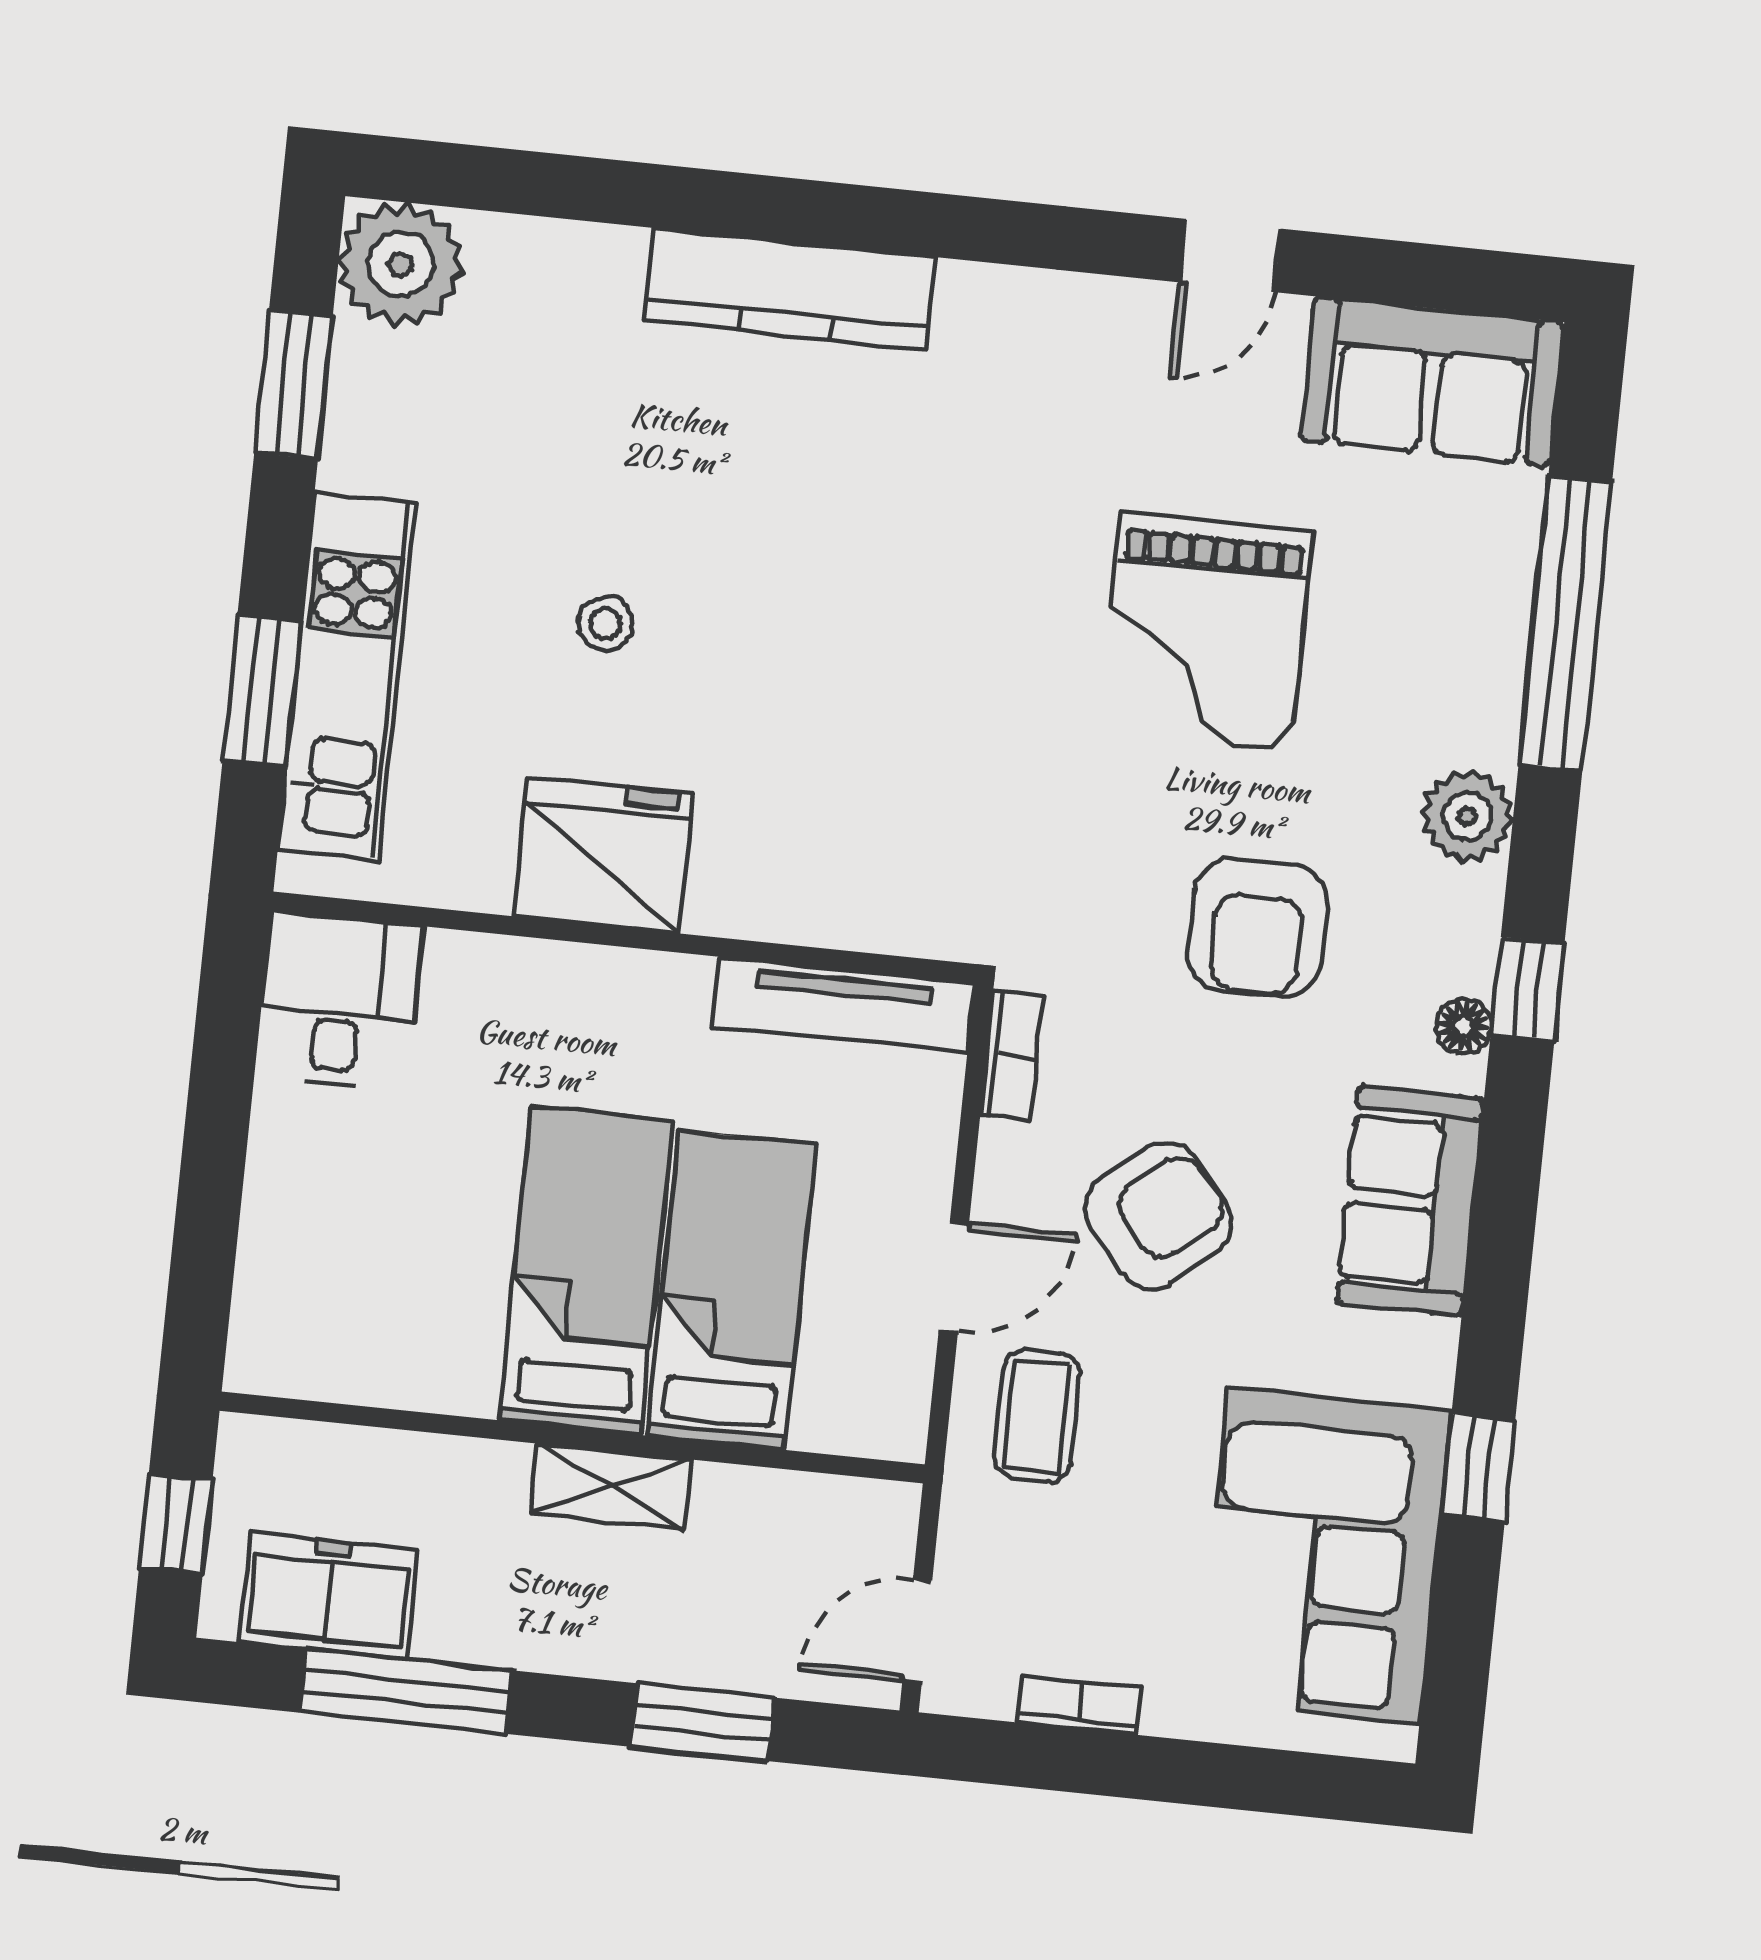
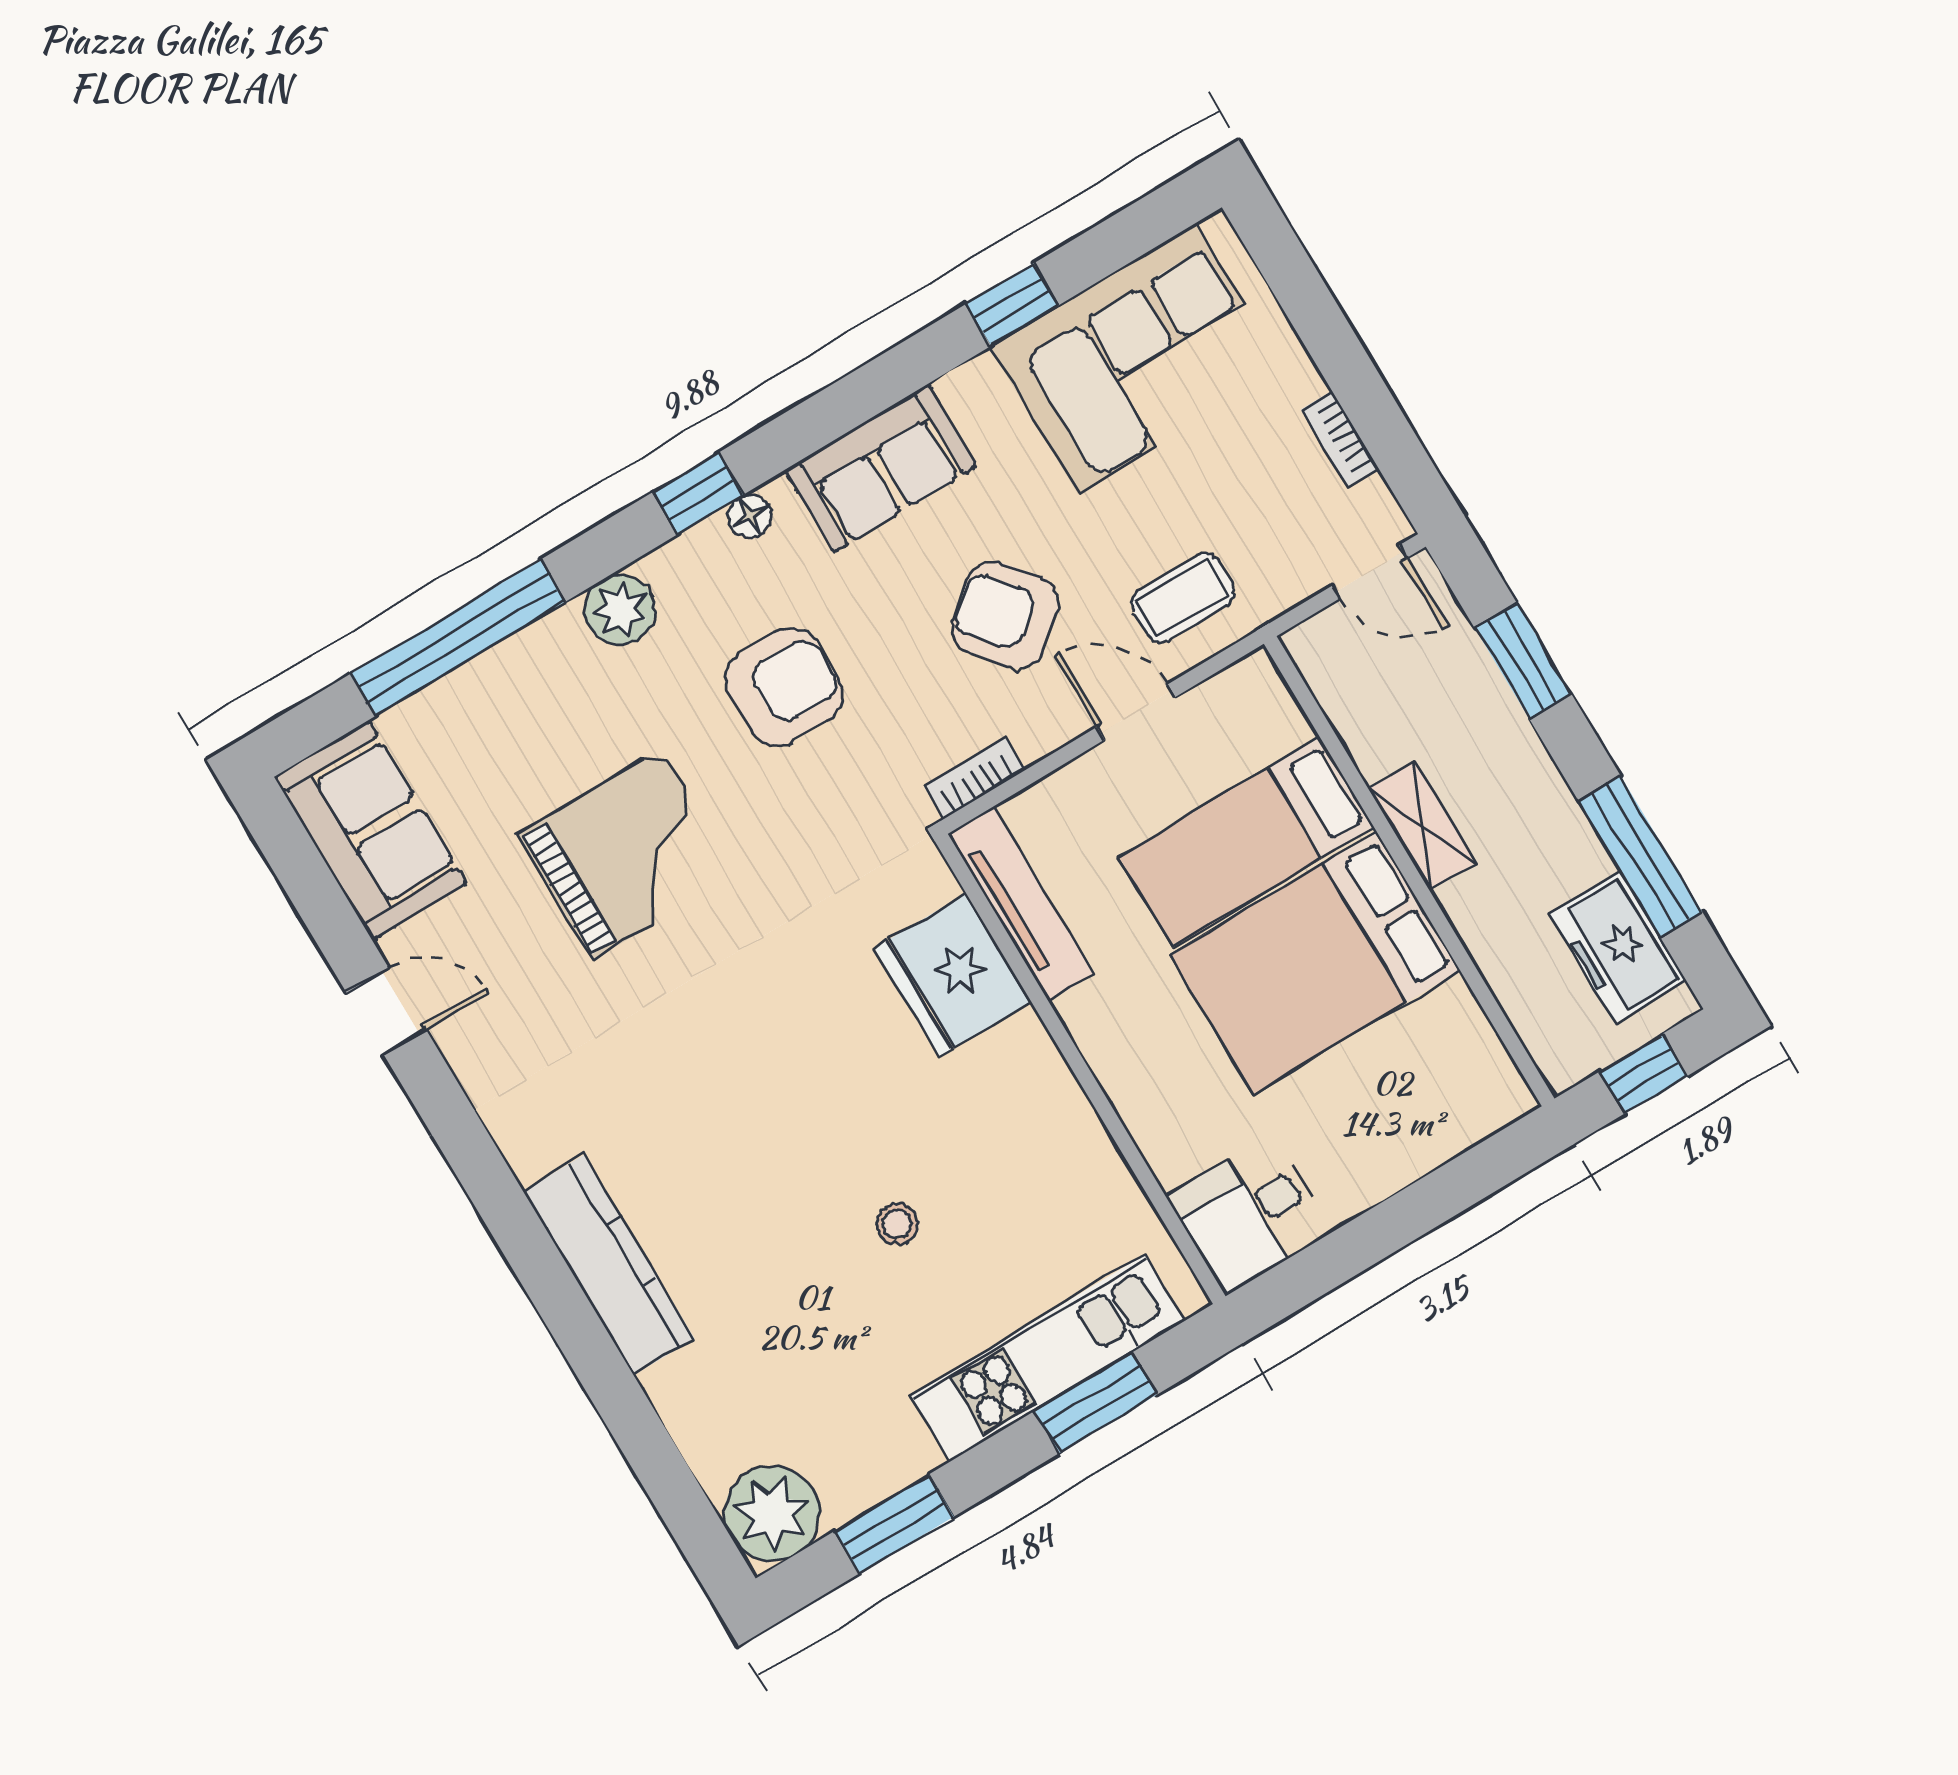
fridge: (603, 855) -> (953, 975), moved
bed: (586, 1271) -> (1315, 962), width x1.50

